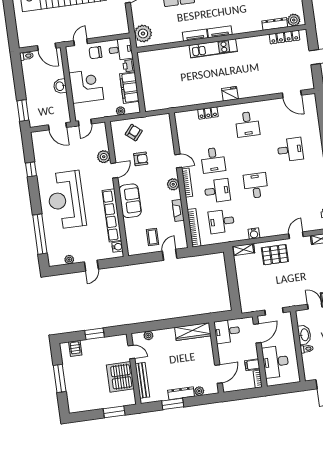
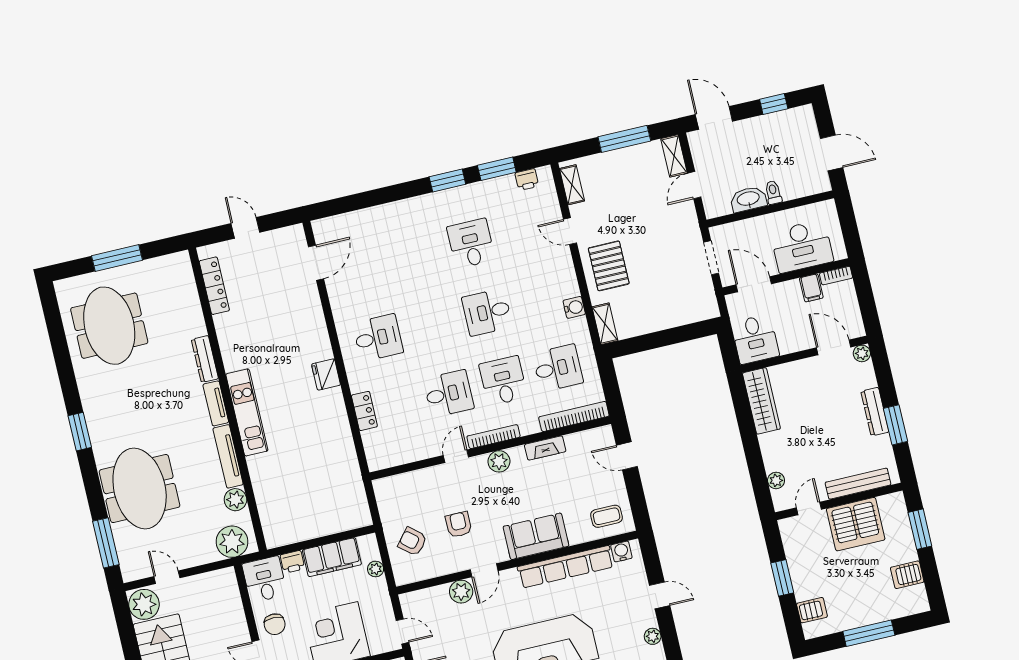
plant: (294, 20) -> (235, 500), moved
dresser: (275, 24) -> (205, 359), moved
tv unit: (195, 35) -> (228, 456), width x1.41
desk: (290, 150) -> (471, 243), moved
door: (114, 170) -> (484, 570), swing flipped
desk: (221, 221) -> (558, 368), turned -90
coffee table: (153, 237) -> (607, 516), moved
plant: (199, 391) -> (862, 353), moved
server rack: (90, 403) -> (907, 575), added

